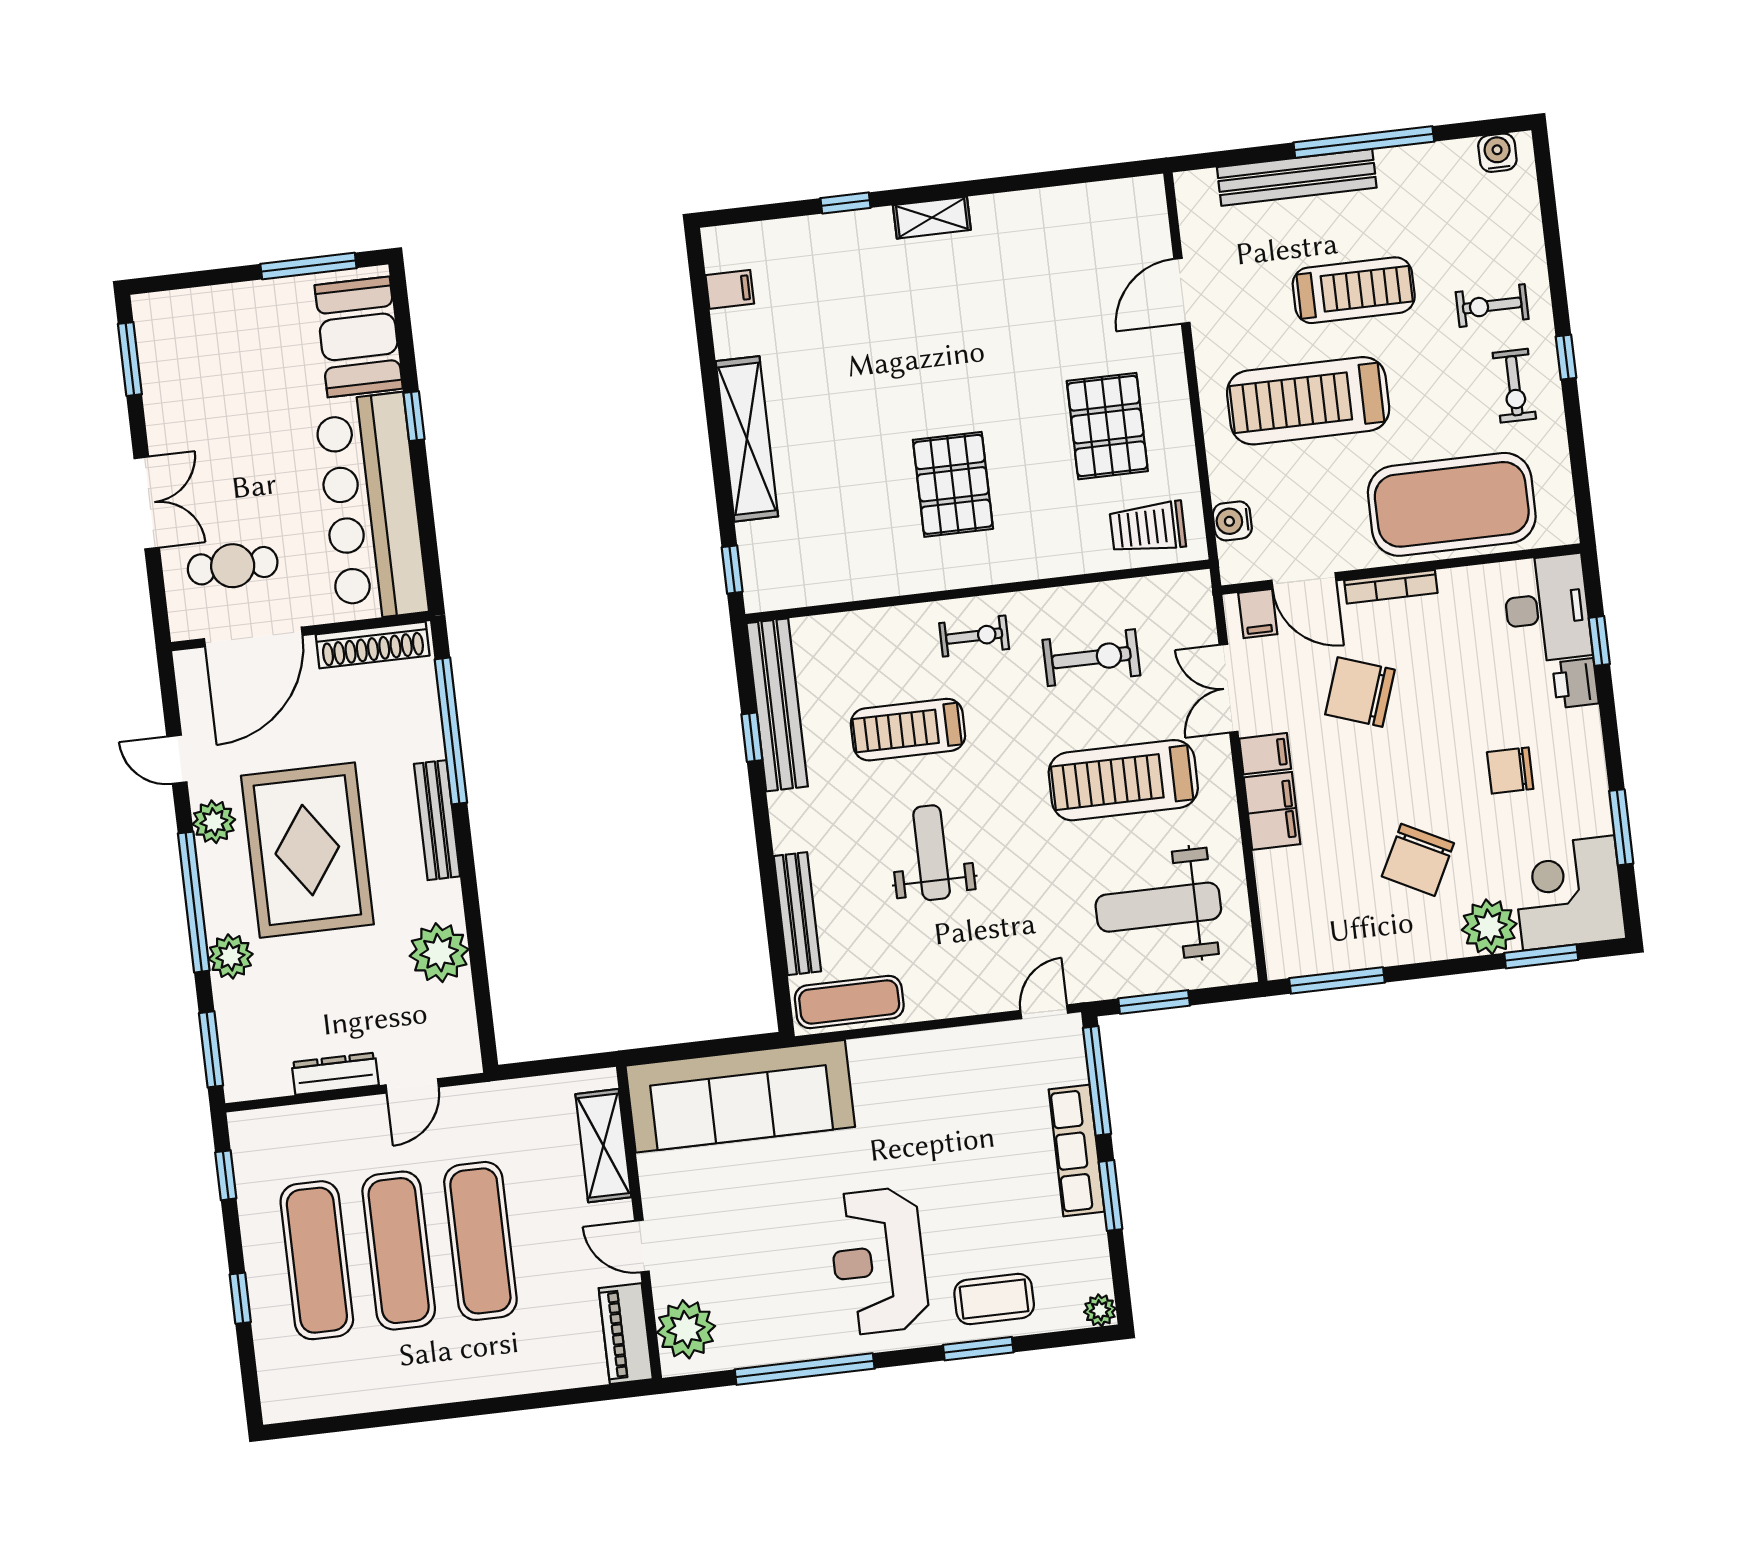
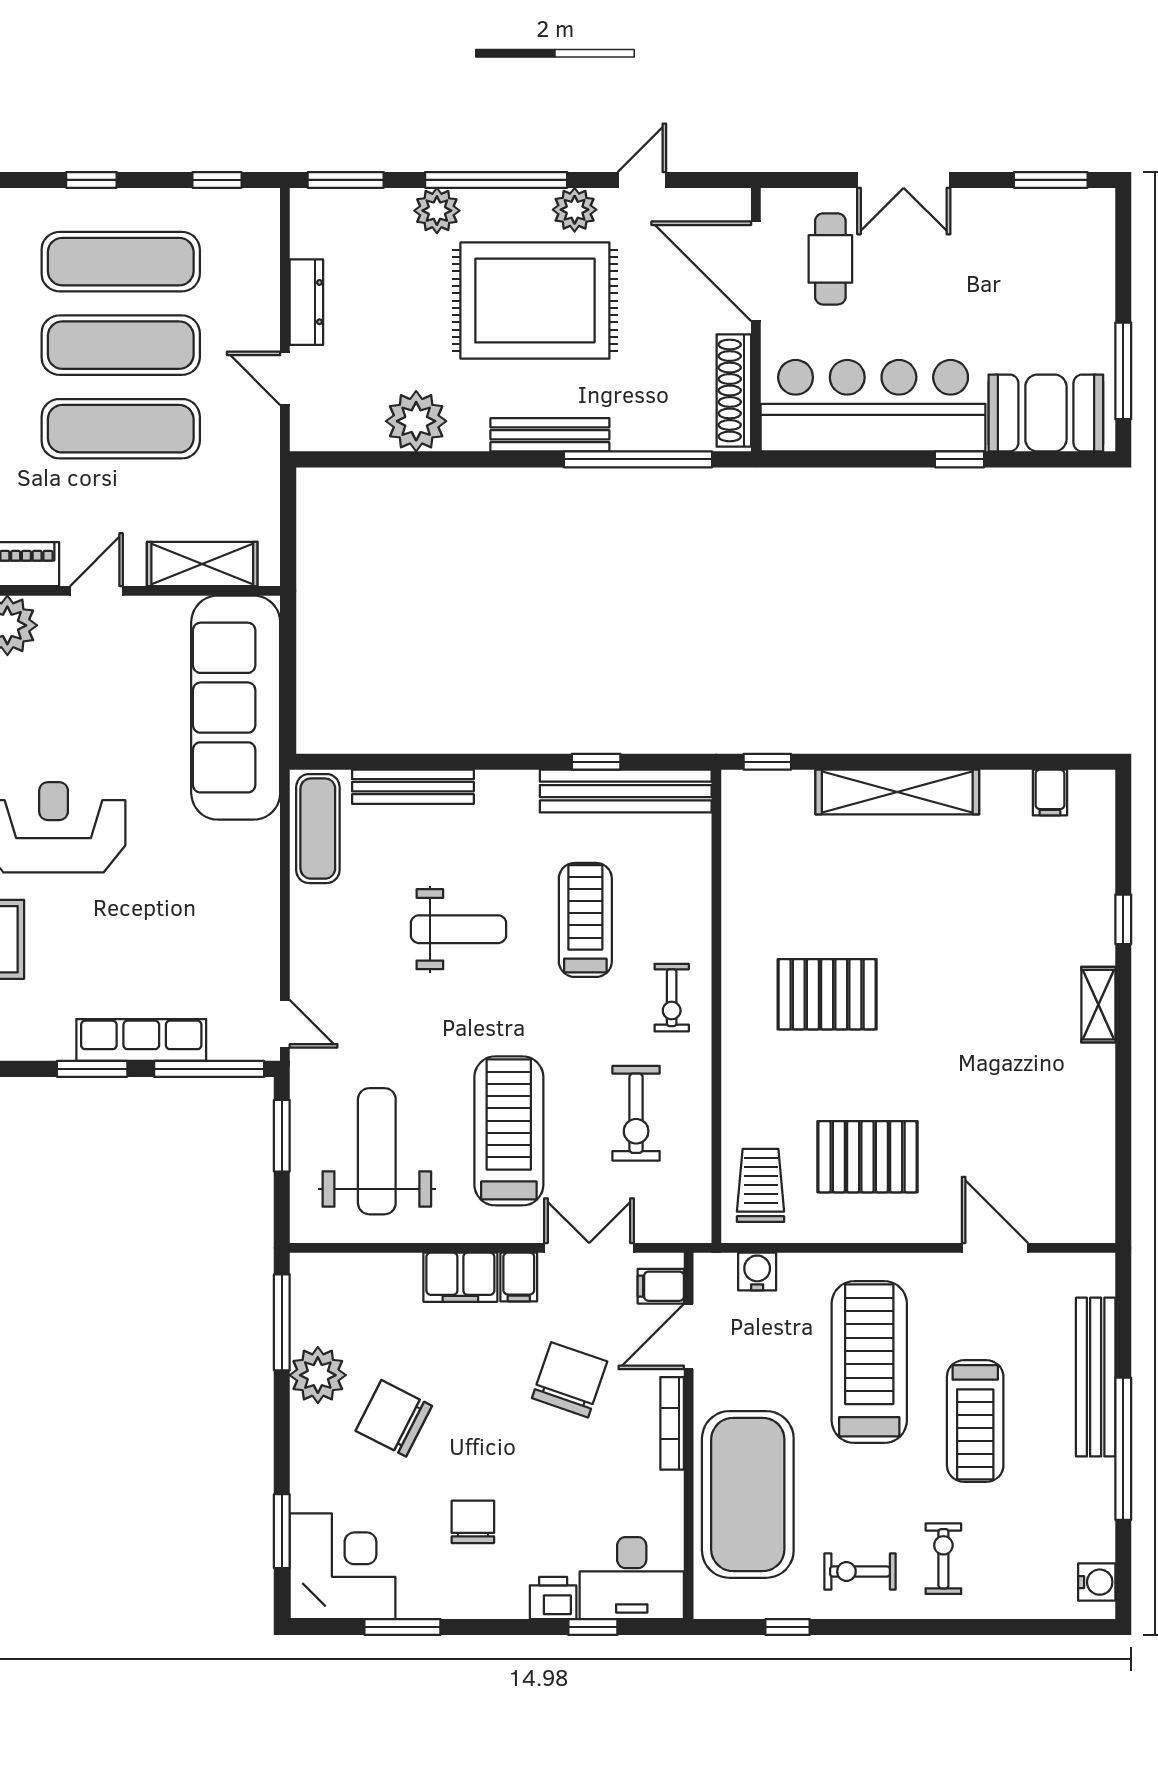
window: (1566, 357) -> (788, 1627), moved
plant: (1489, 927) -> (318, 1375), moved

